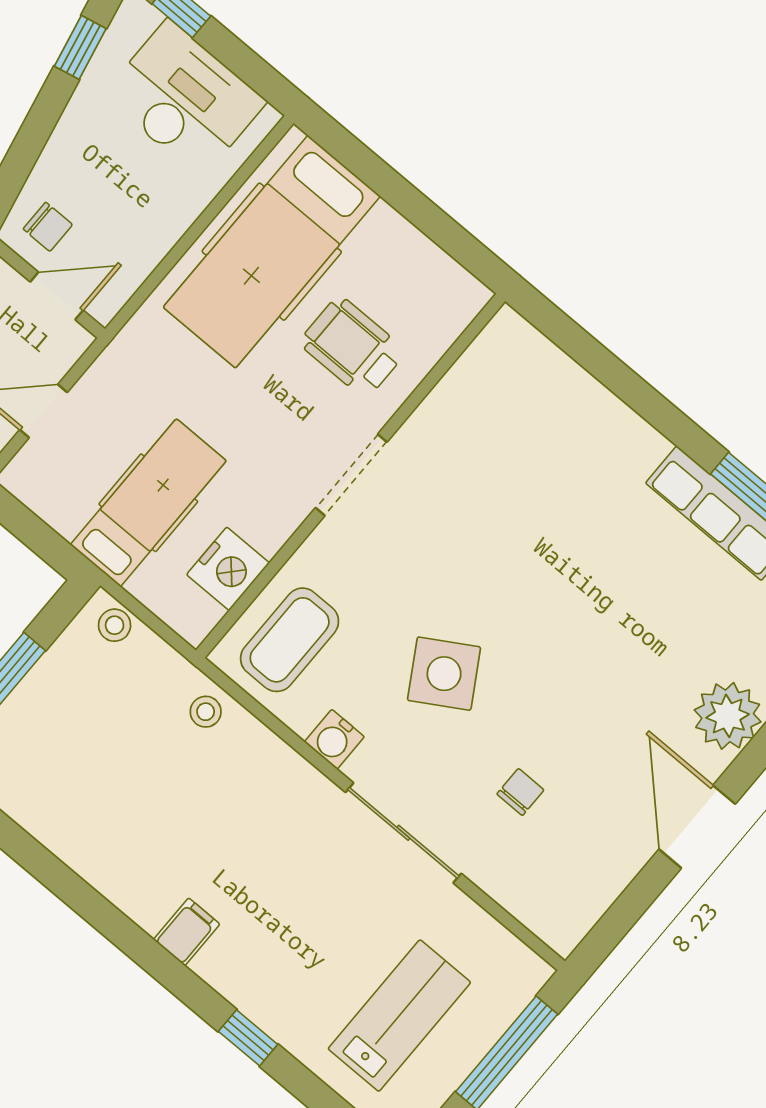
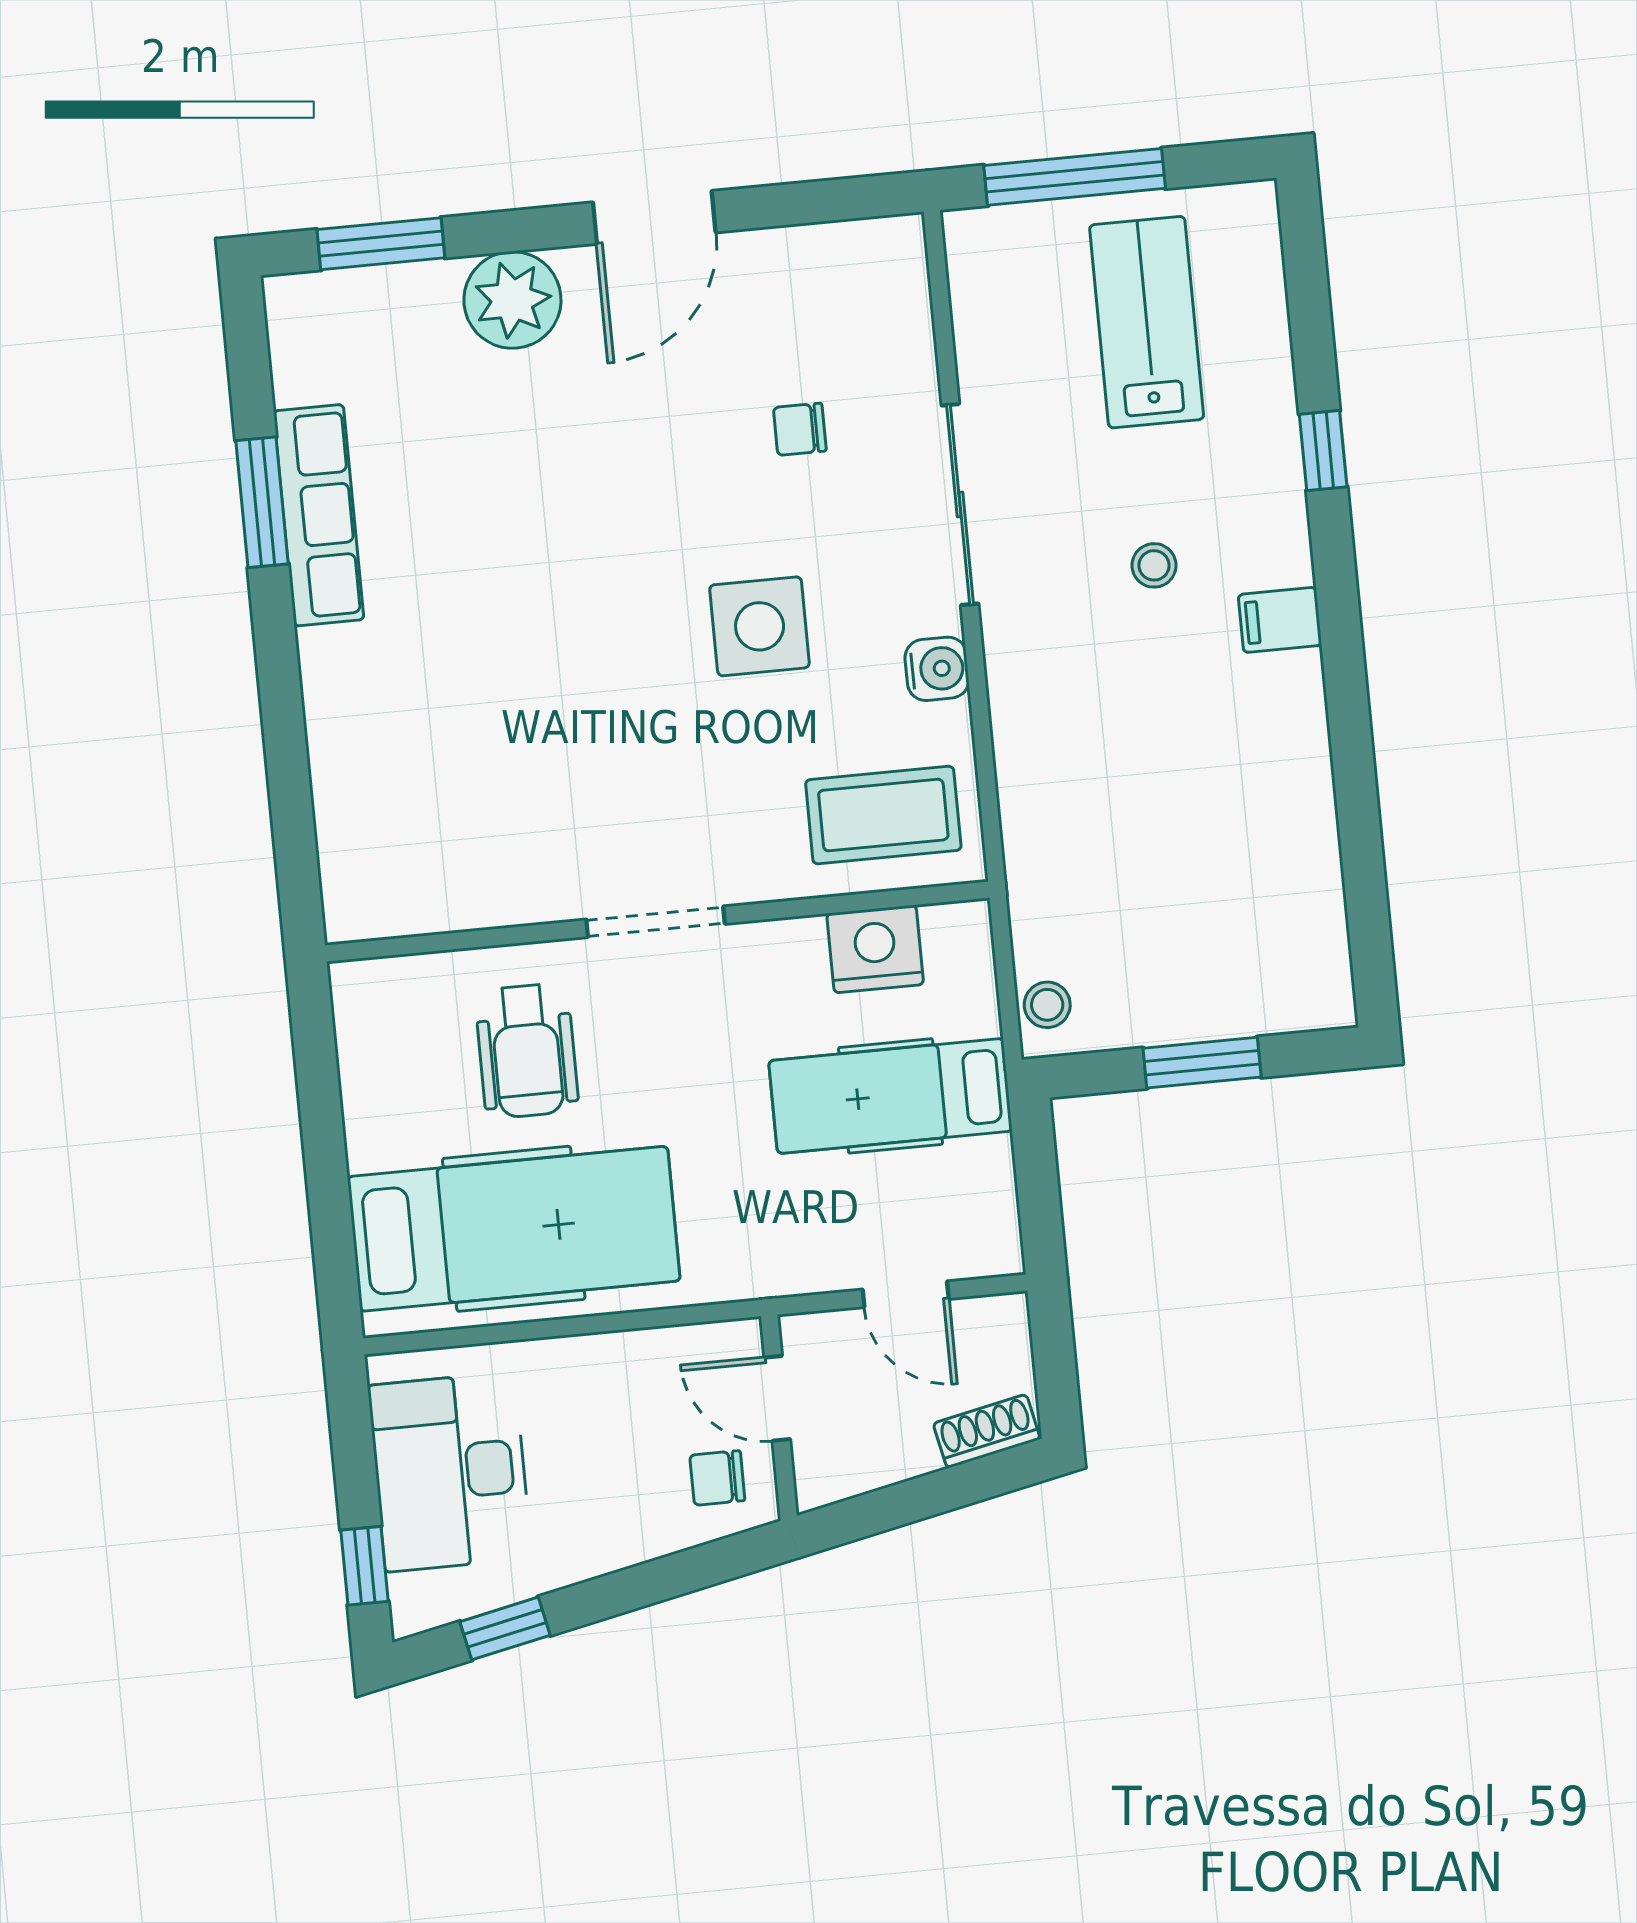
chair: (48, 227) -> (717, 1478), turned -90
side table: (444, 674) -> (760, 626), turned 31
stool: (206, 712) -> (1154, 565), moved
lab bench: (399, 1016) -> (1147, 322), turned 90

